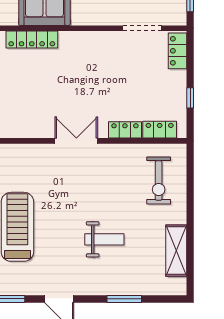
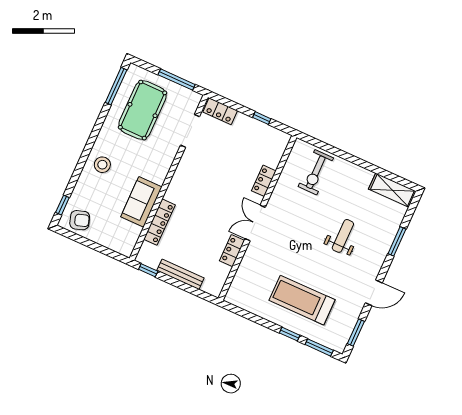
locker: (160, 130) -> (232, 251), moved
exercise bike: (159, 181) -> (316, 172), turned 90
shelving: (176, 251) -> (392, 190), moved

